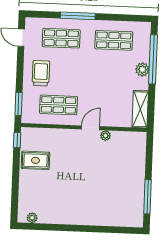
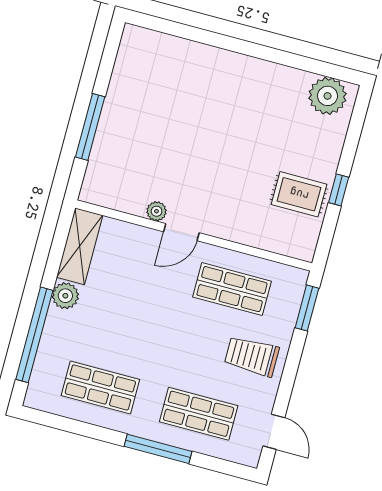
plant: (142, 69) -> (65, 296), moved
trolley: (41, 73) -> (252, 356), turned 90
window: (17, 140) -> (339, 190), moved
window: (147, 197) -> (90, 127), moved
plant: (32, 218) -> (327, 96), width x1.88, depth x1.88

